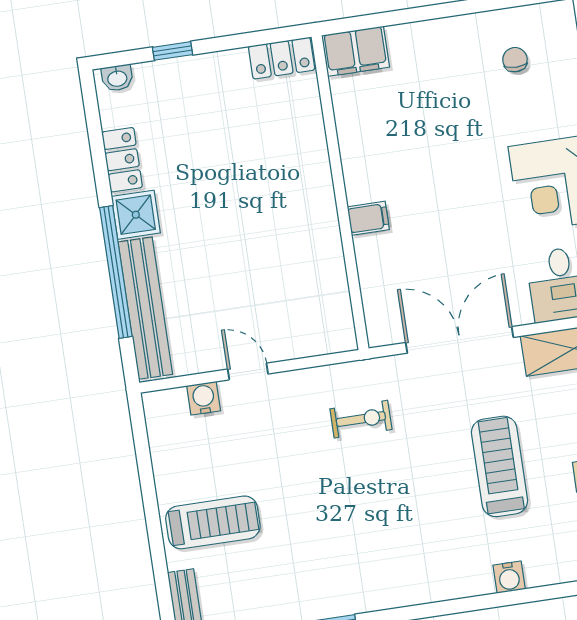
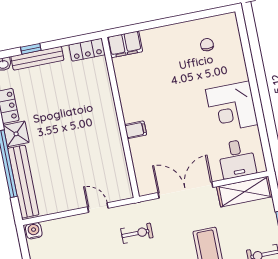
bench: (184, 70) -> (37, 58), added
door: (248, 372) -> (98, 208), moved
water cooler: (204, 398) -> (34, 231), moved

